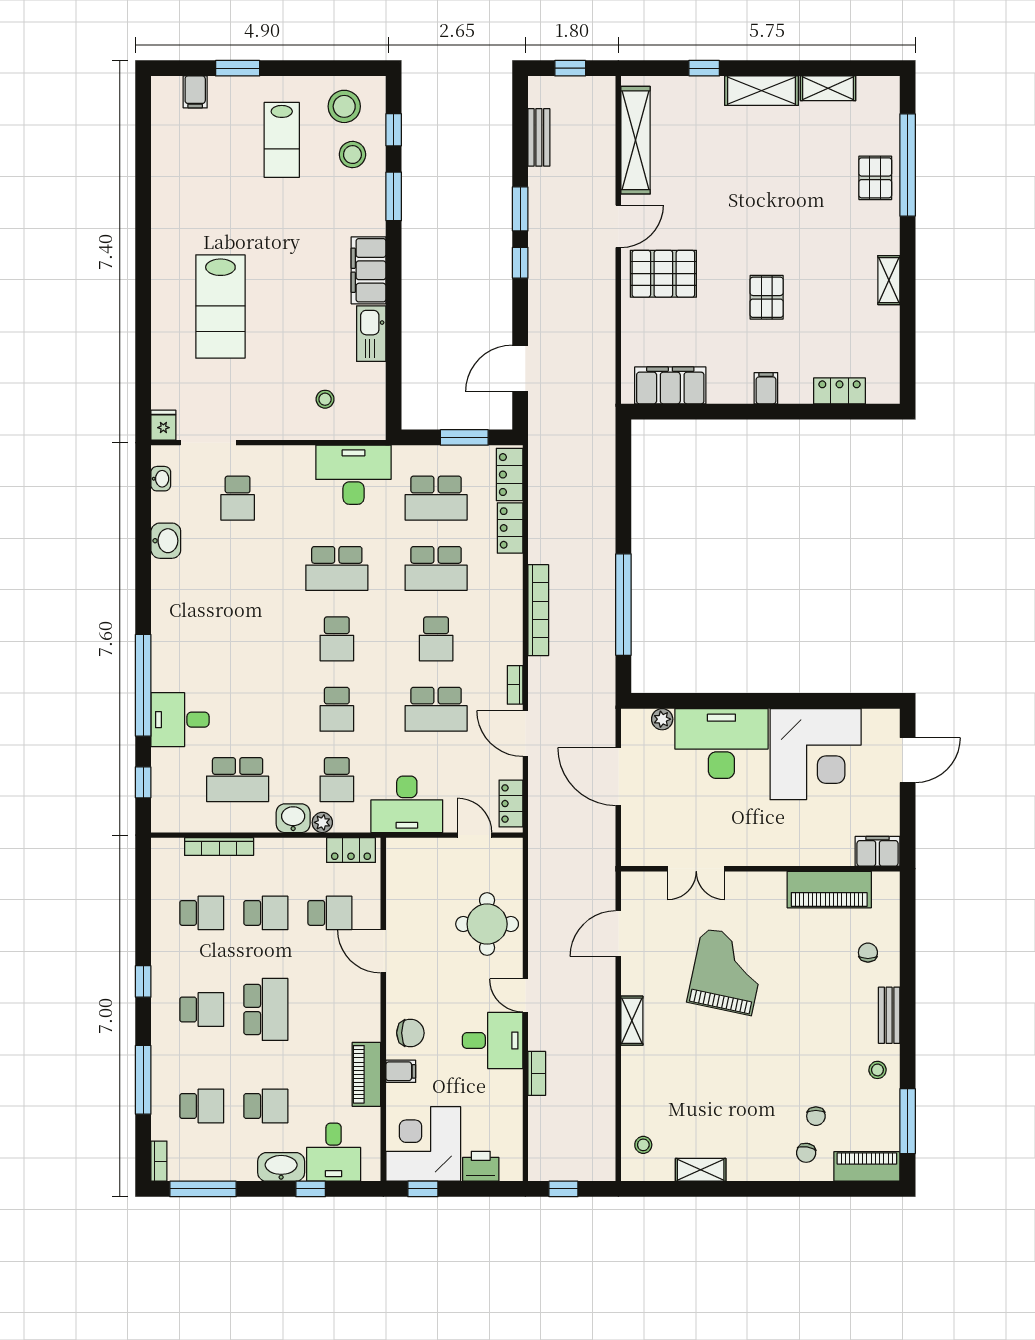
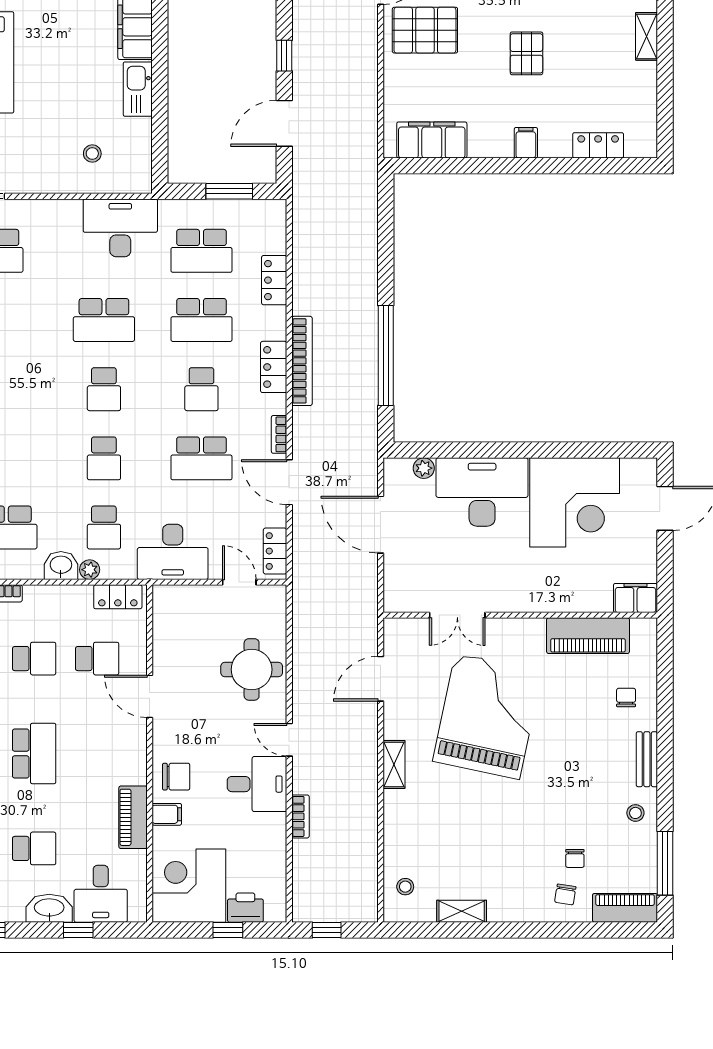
window: (520, 263) -> (284, 56), moved
locker: (510, 475) -> (274, 367), moved
grand piano: (727, 972) -> (487, 716), width x1.37, depth x1.48
window: (423, 1189) -> (228, 930), moved

